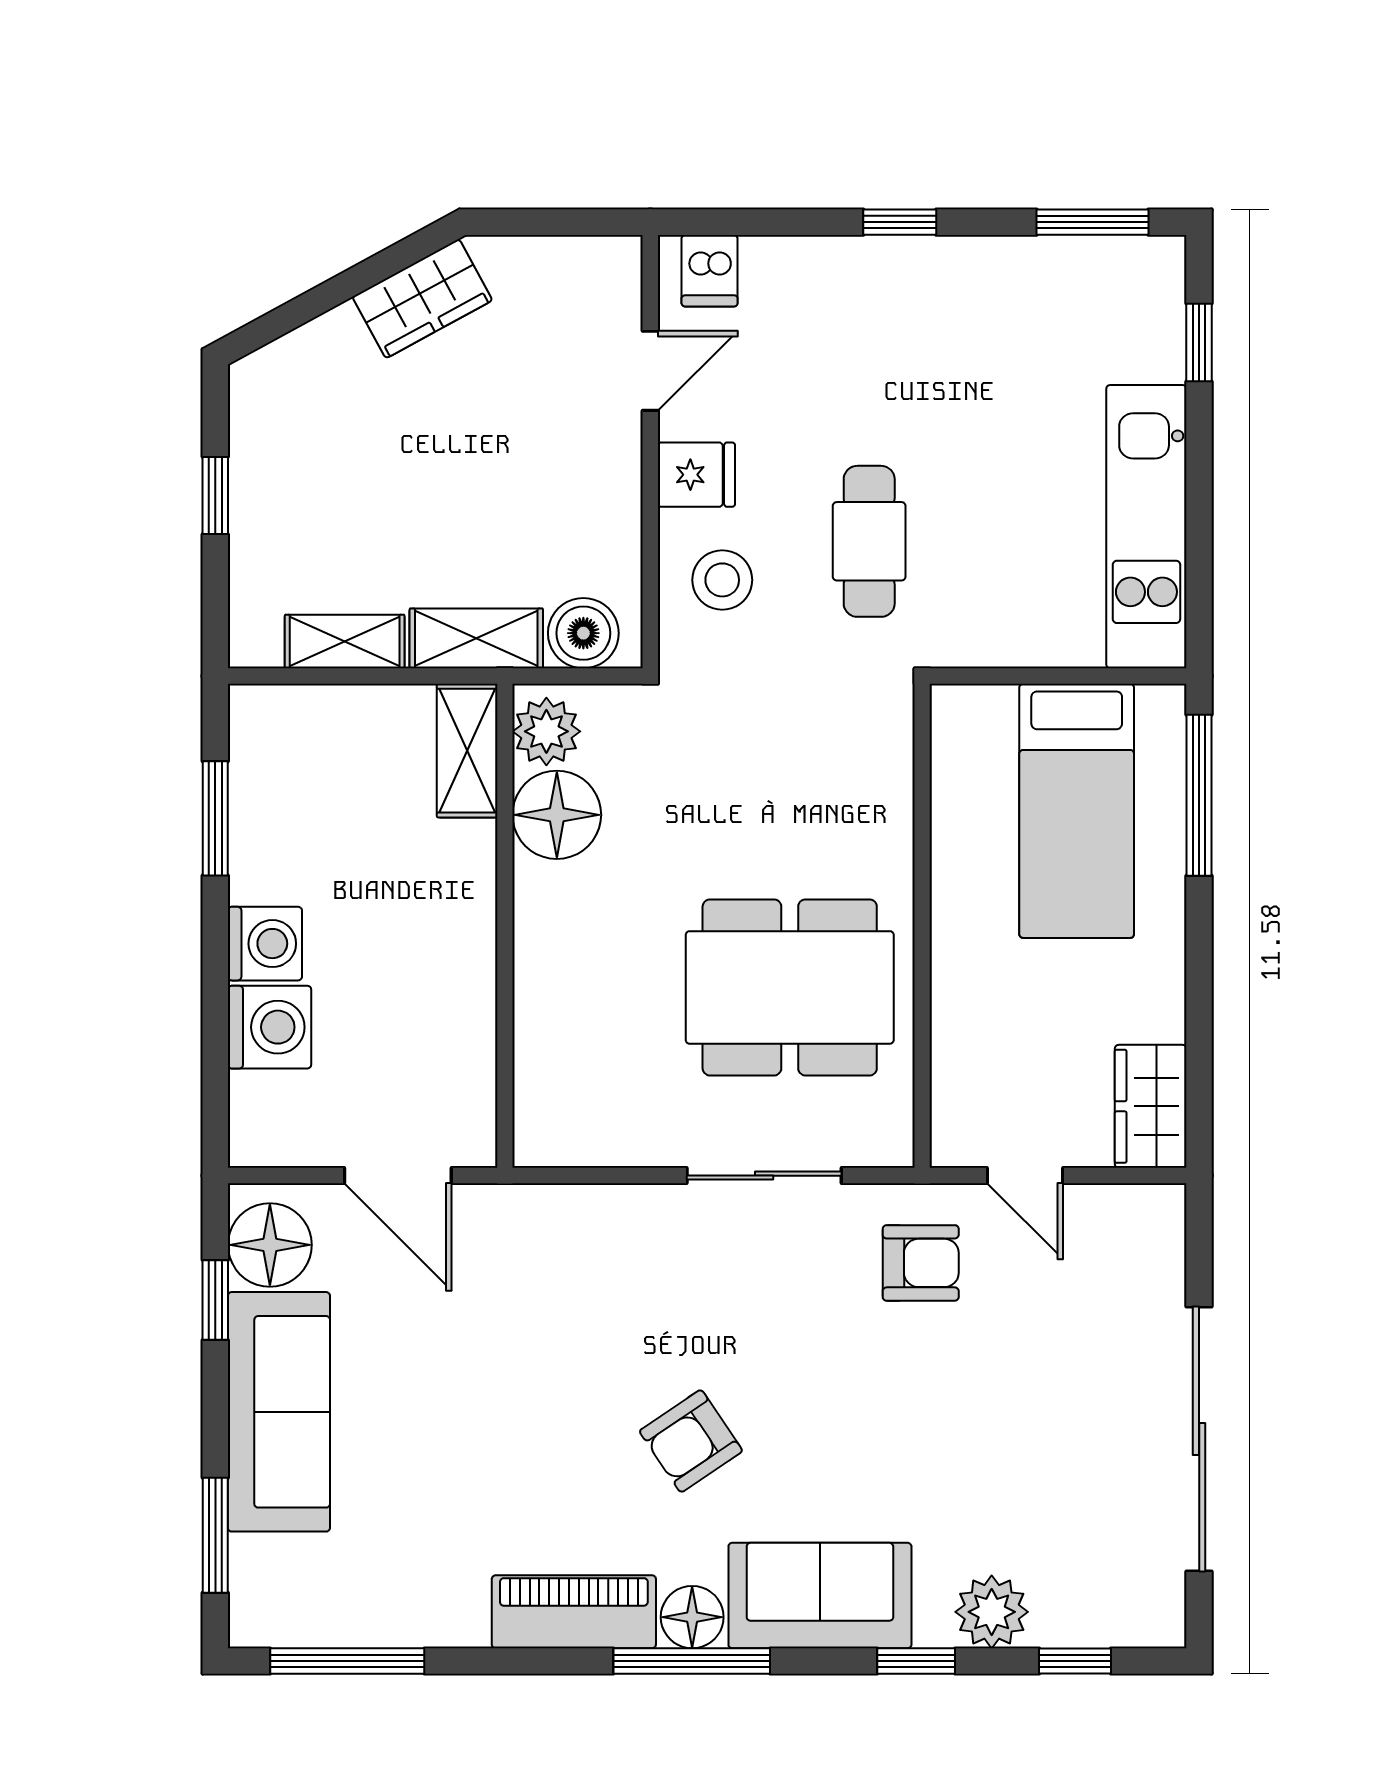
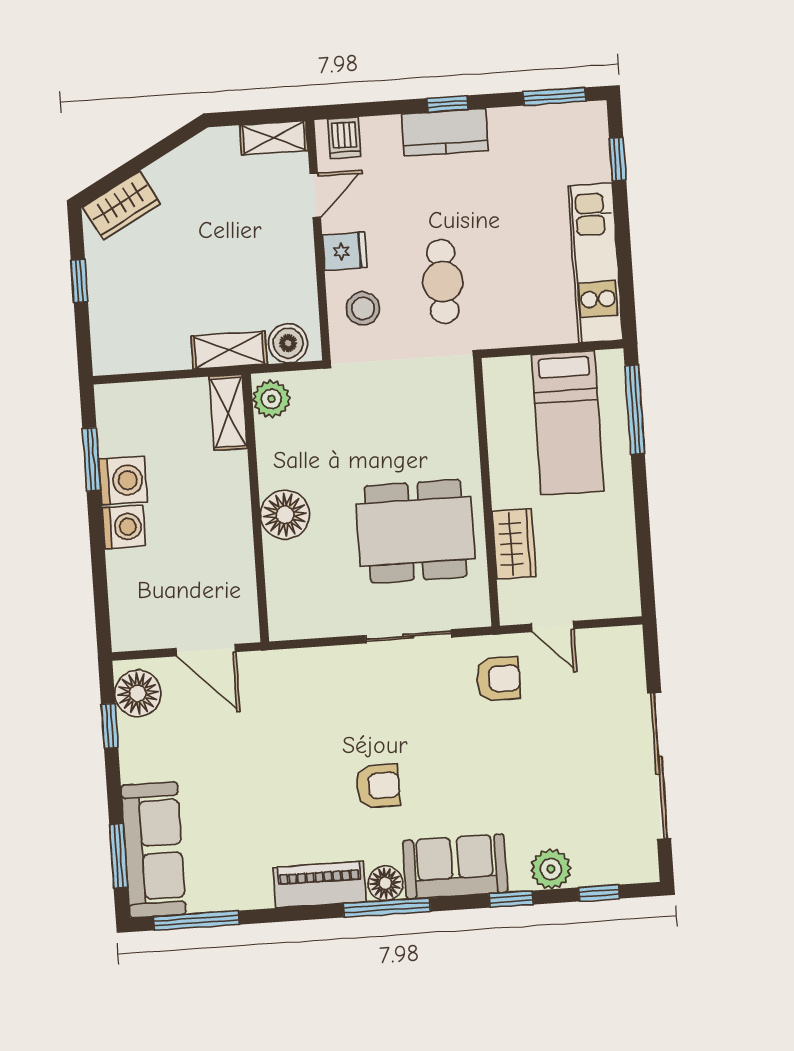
kitchen counter: (891, 273) -> (445, 132), added
wardrobe: (422, 299) -> (122, 205), moved
shelving: (345, 642) -> (274, 138), moved
floor lamp: (557, 815) -> (285, 515), moved
washing machine: (270, 1027) -> (123, 480), moved
wardrobe: (1151, 1106) -> (514, 544), moved, turned 180
sofa: (279, 1412) -> (153, 850), moved
armchair: (691, 1441) -> (378, 786), turned -146

